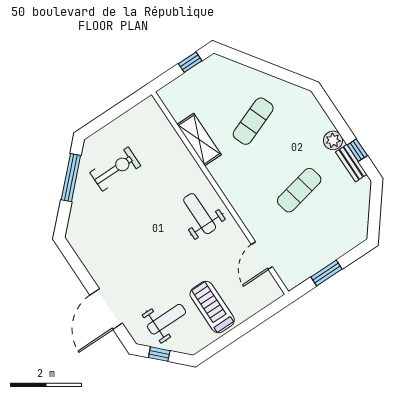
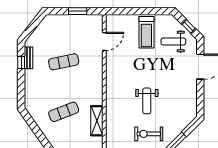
plant: (333, 140) -> (30, 75), removed
weight bench: (200, 214) -> (147, 101), moved

